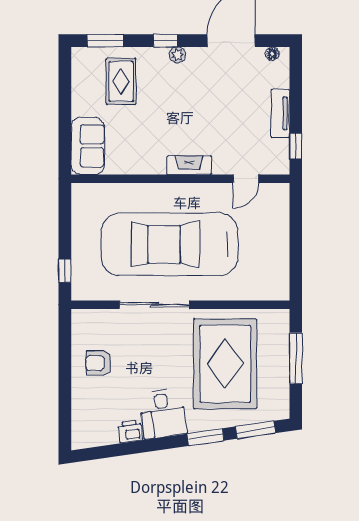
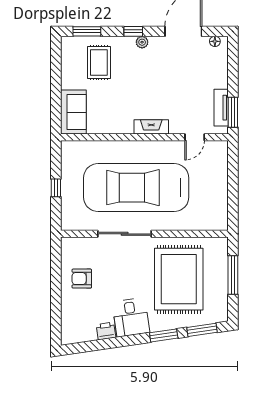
tv unit: (280, 113) -> (221, 108), moved
window: (296, 146) -> (233, 112), width x1.50
window: (65, 271) -> (56, 188), moved

